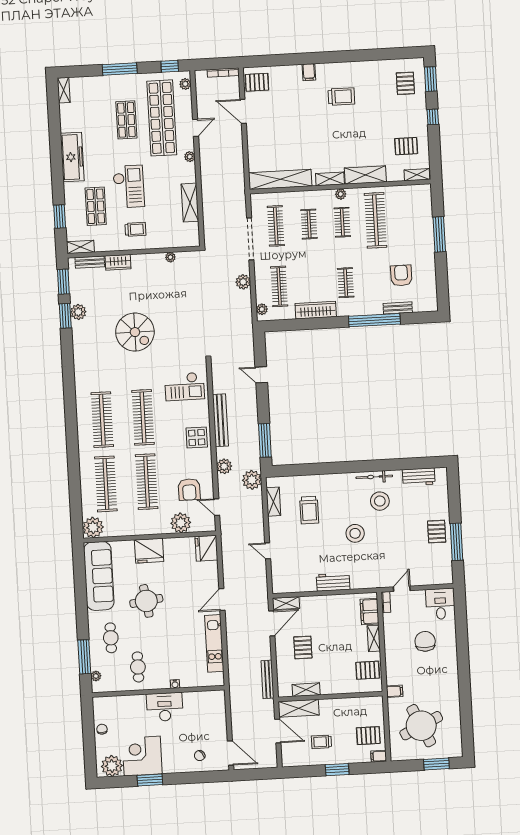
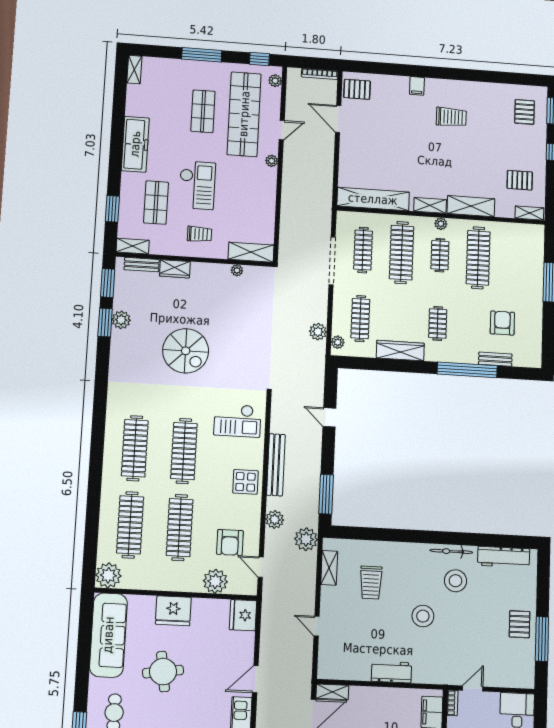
shelving: (190, 203) -> (251, 252), moved, turned 90
clothes rail: (309, 224) -> (402, 253), width x1.86, depth x1.31
plant: (243, 282) -> (318, 332), moved
workbench: (419, 477) -> (504, 557), width x1.38

